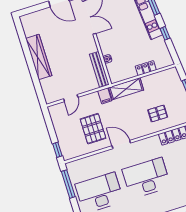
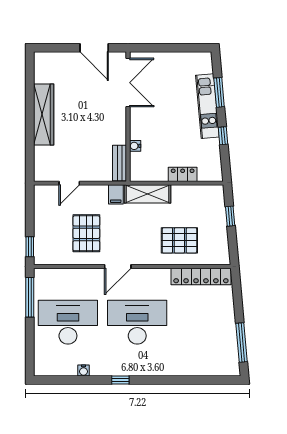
bench: (99, 69) -> (120, 163), width x0.73
pallet: (158, 114) -> (179, 240), width x1.50, depth x1.42
door: (121, 144) -> (118, 266), swing flipped

